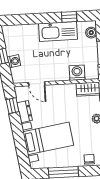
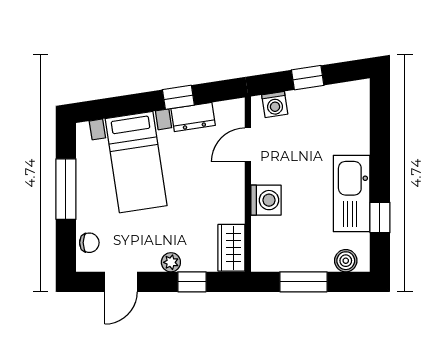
washing machine: (14, 61) -> (275, 104), moved
washing machine: (77, 73) -> (266, 200), moved
window: (12, 106) -> (178, 97), moved

